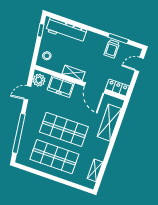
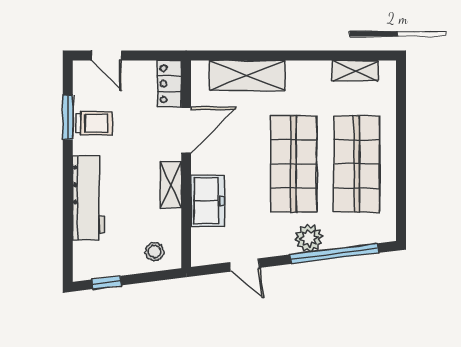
workbench: (66, 30) -> (88, 198), moved
plant: (39, 80) -> (309, 238), moved

